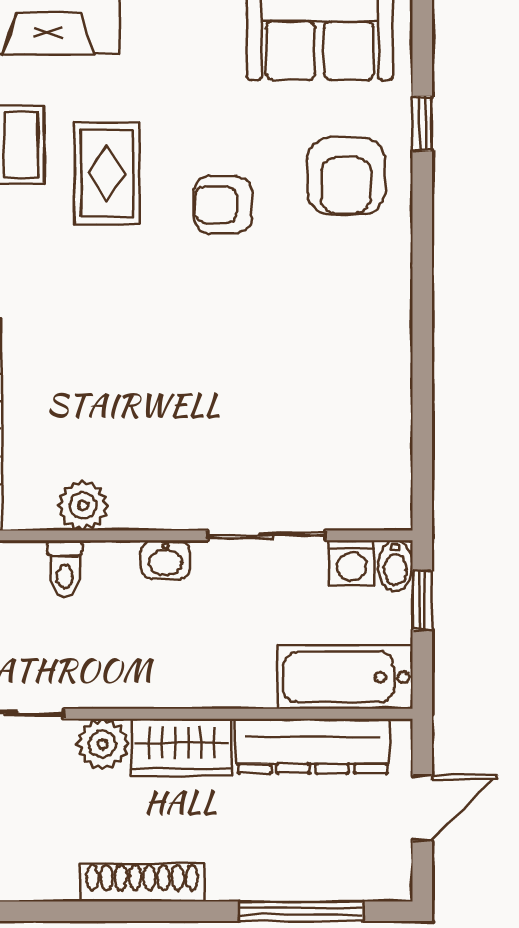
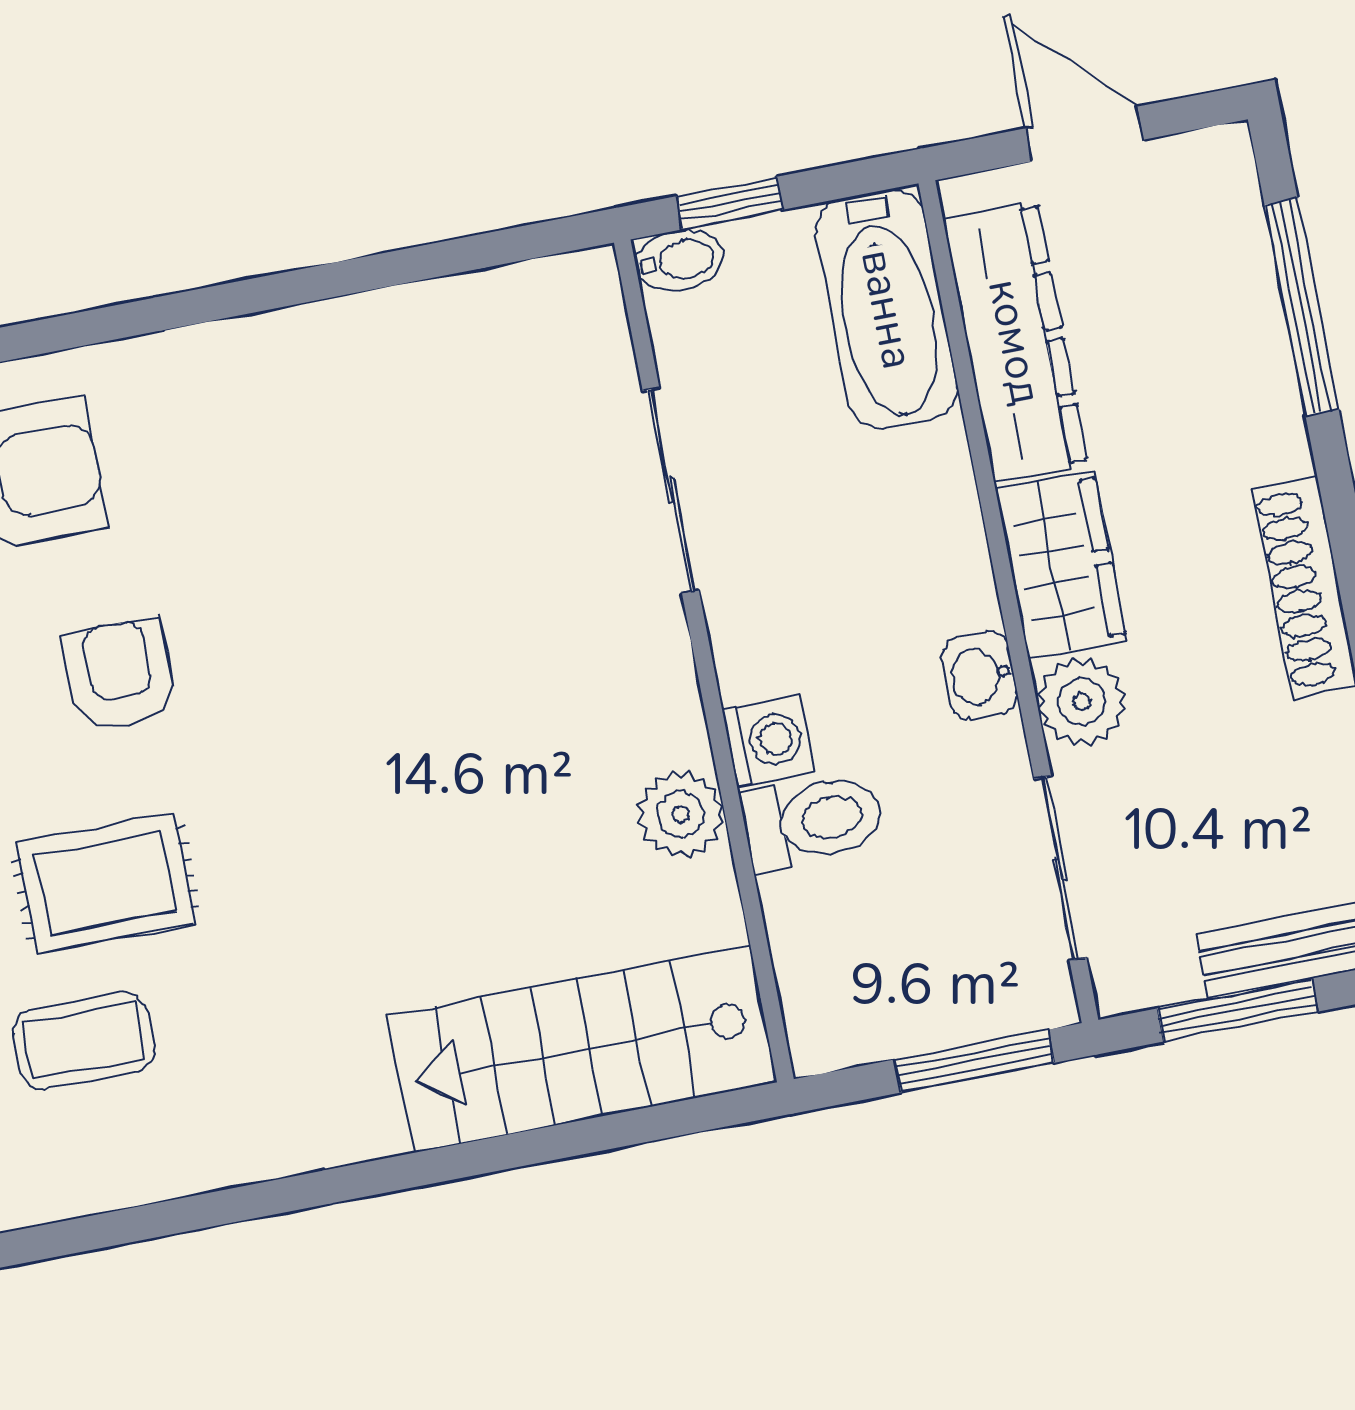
armchair: (223, 205) -> (120, 675), turned 180
washbasin: (165, 560) -> (980, 676), moved, turned 180
washing machine: (352, 563) -> (768, 741), moved
toilet: (65, 569) -> (813, 821), width x1.37, depth x1.39

